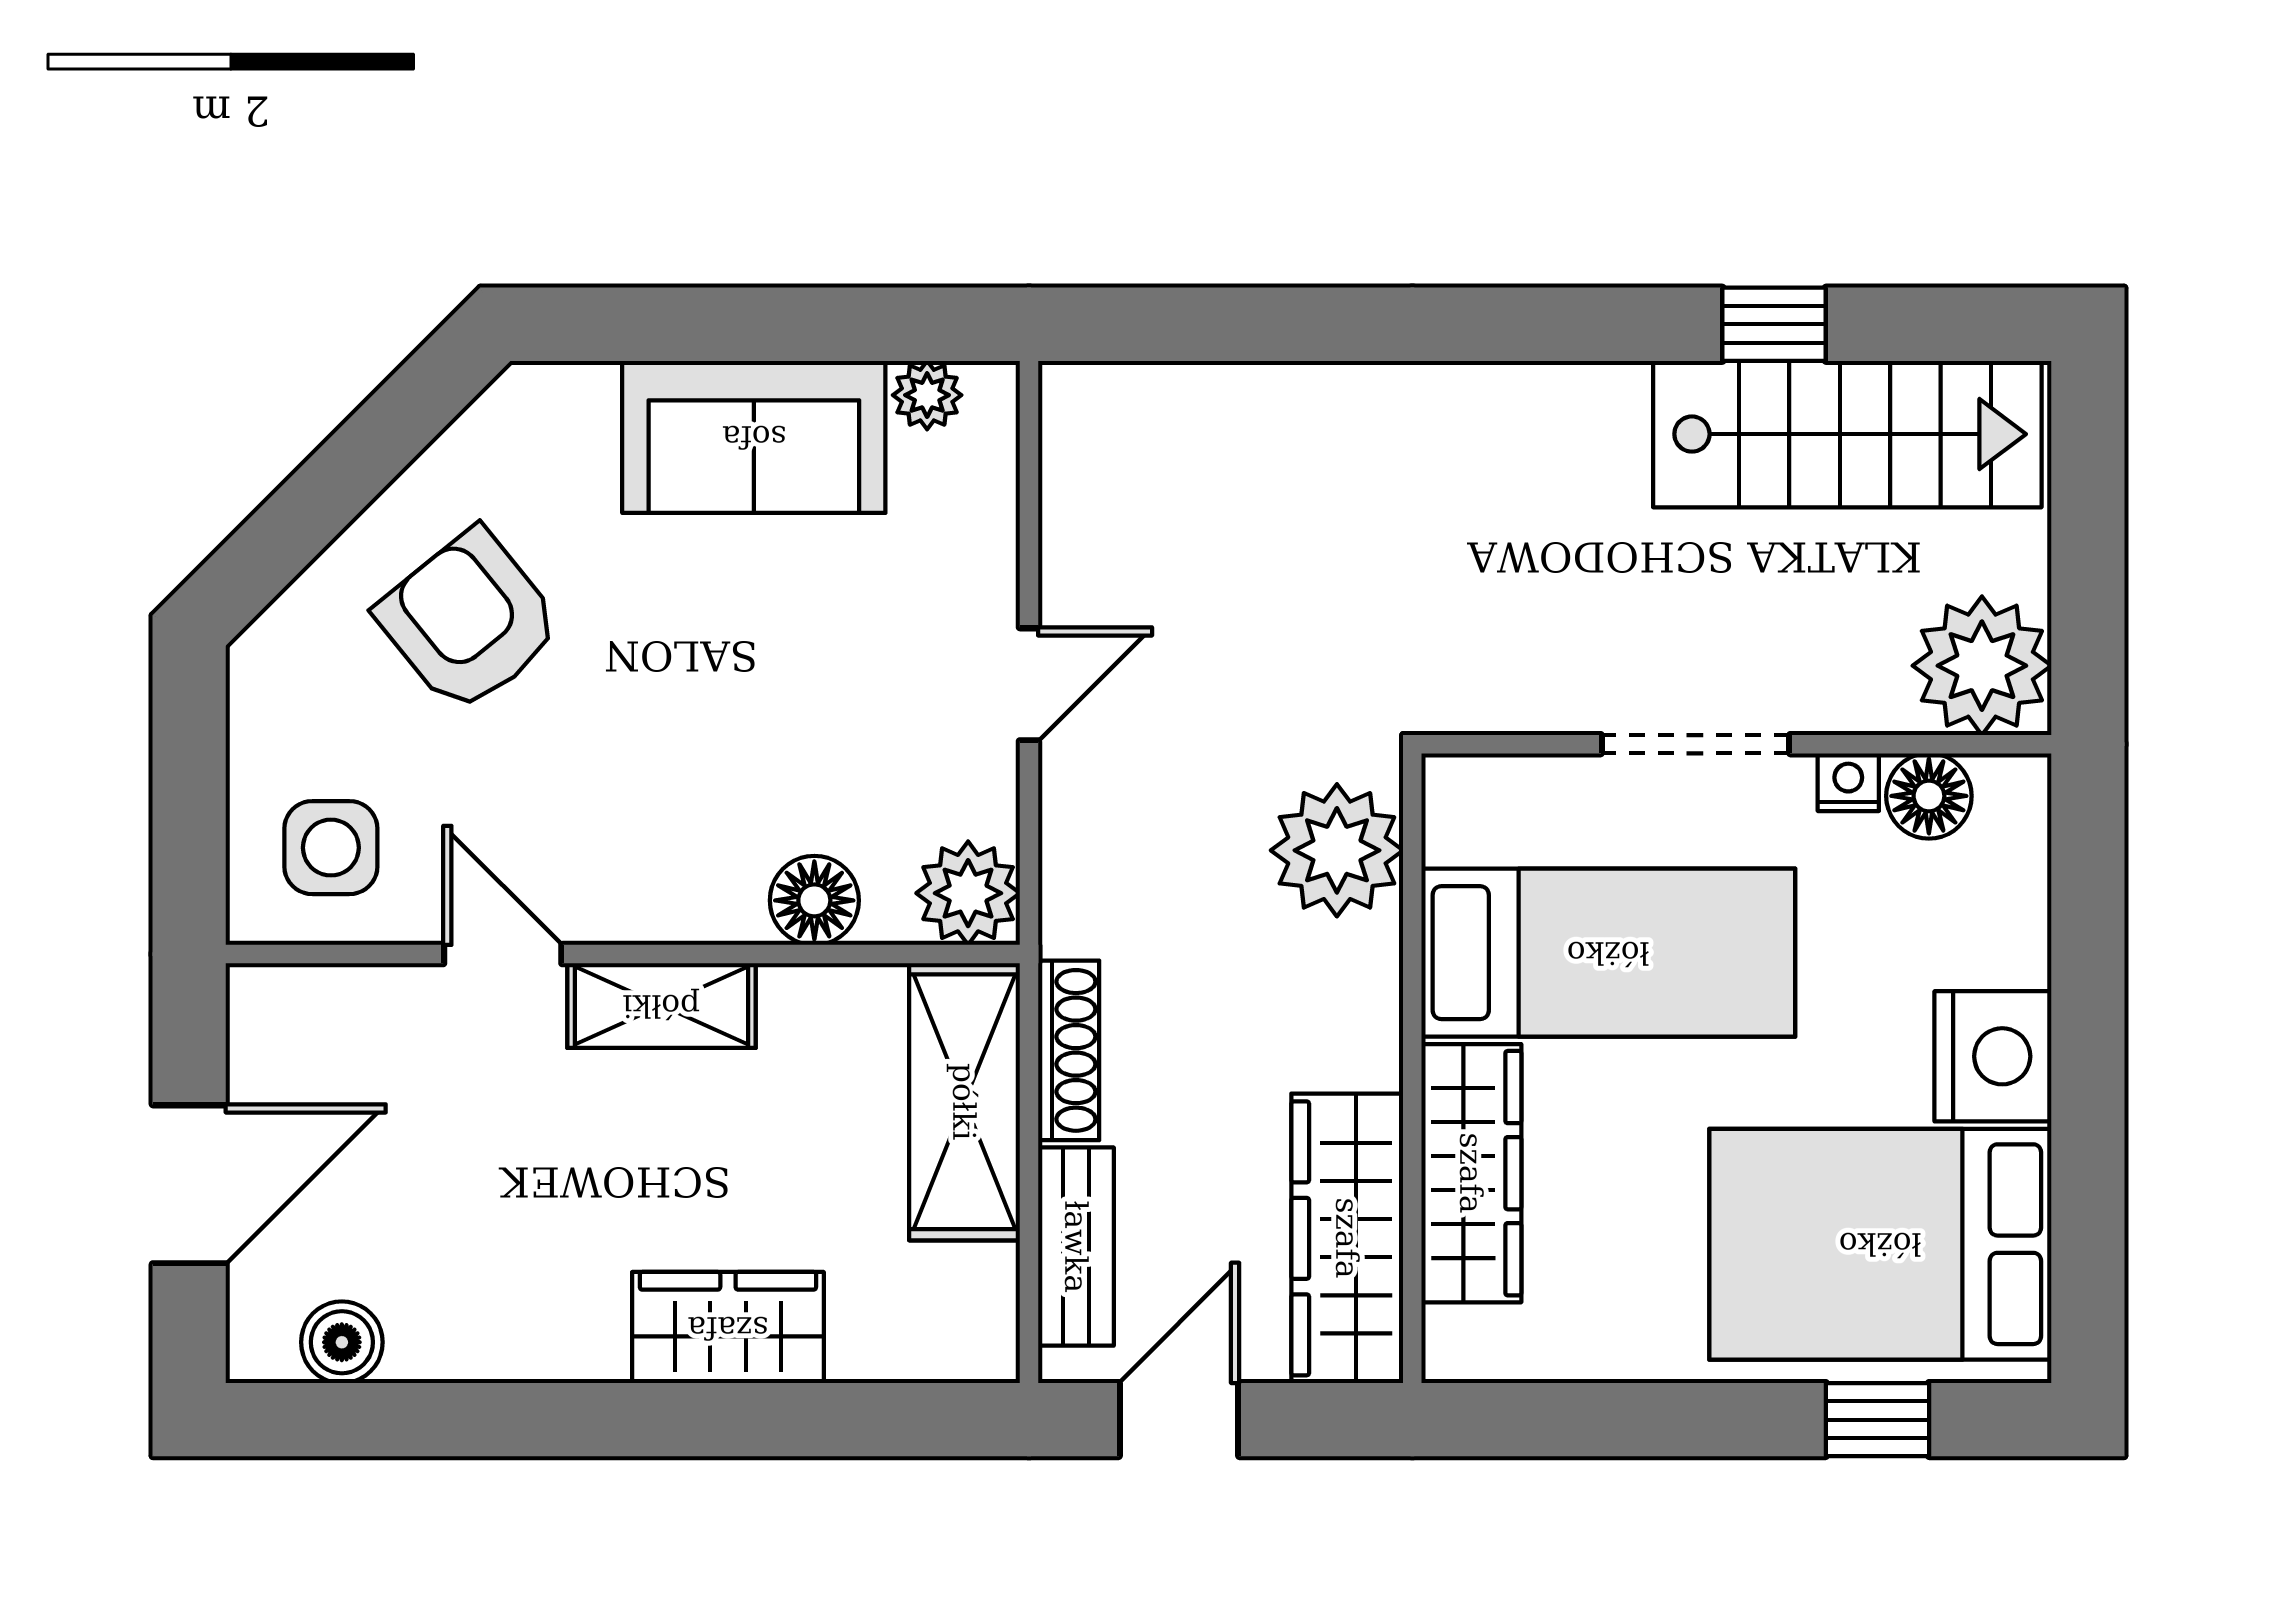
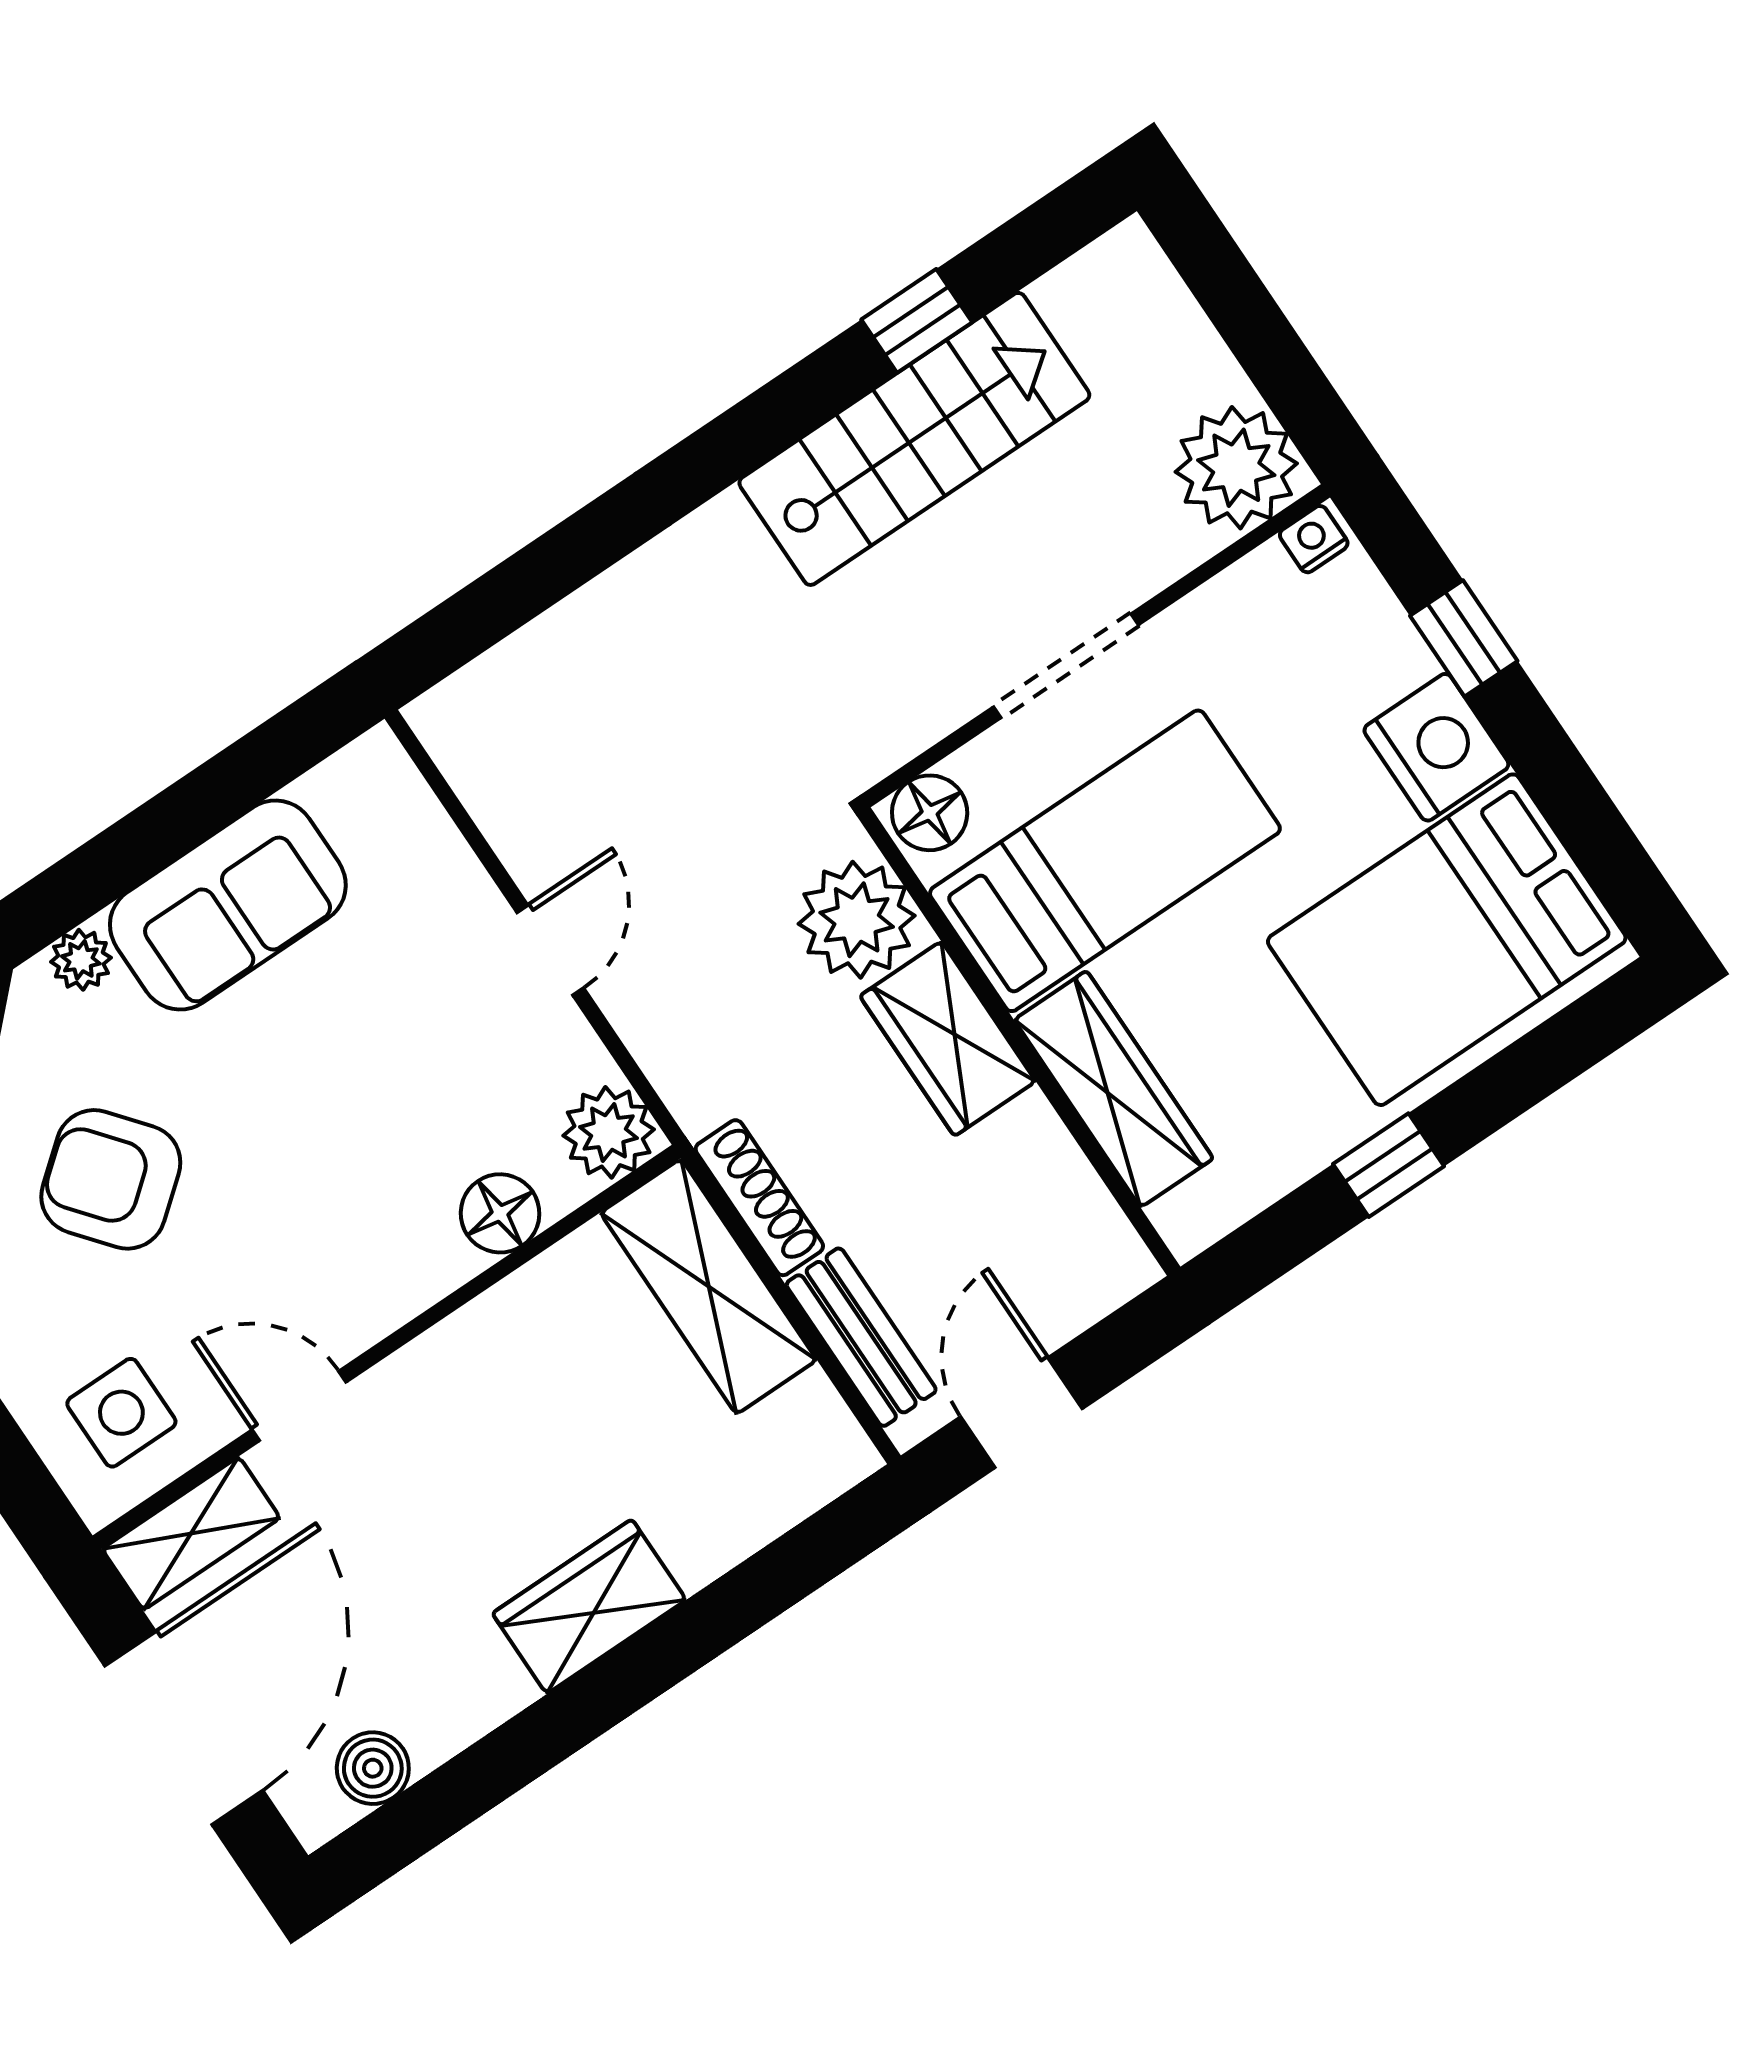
plant: (927, 395) -> (81, 960), moved
stairs: (1847, 434) -> (914, 439), moved
nightstand: (1848, 782) -> (1314, 539), moved
floor lamp: (1929, 796) -> (930, 813), moved
window: (2088, 971) -> (1464, 638), added
shelving: (661, 1006) -> (191, 1533), moved
door: (189, 1184) -> (184, 1728), width x1.36
wardrobe: (1347, 1238) -> (948, 1039), moved, width x0.67
wardrobe: (728, 1328) -> (589, 1607), moved
window: (1877, 1420) -> (1389, 1165), moved

